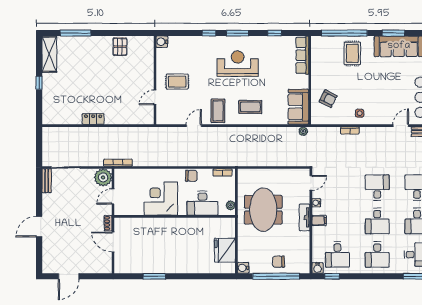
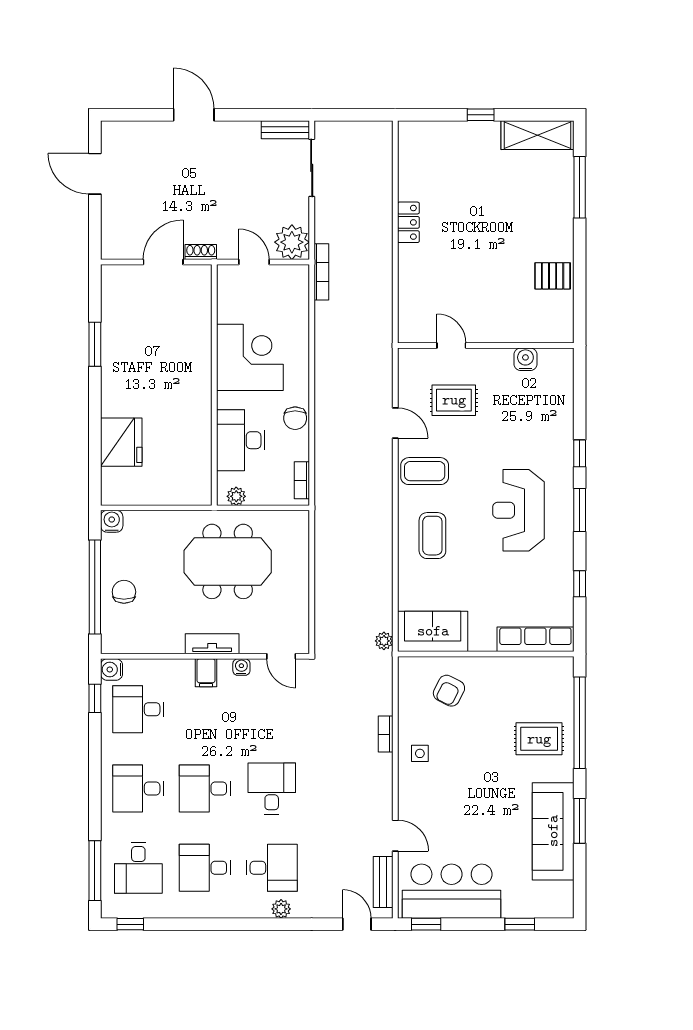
water cooler: (162, 42) -> (525, 359), moved
reception desk: (238, 64) -> (519, 510), turned 180
rug: (177, 82) -> (454, 400), moved, turned 90
desk: (377, 188) -> (272, 789), turned -90
fridge: (225, 250) -> (121, 442), moved, turned 90

